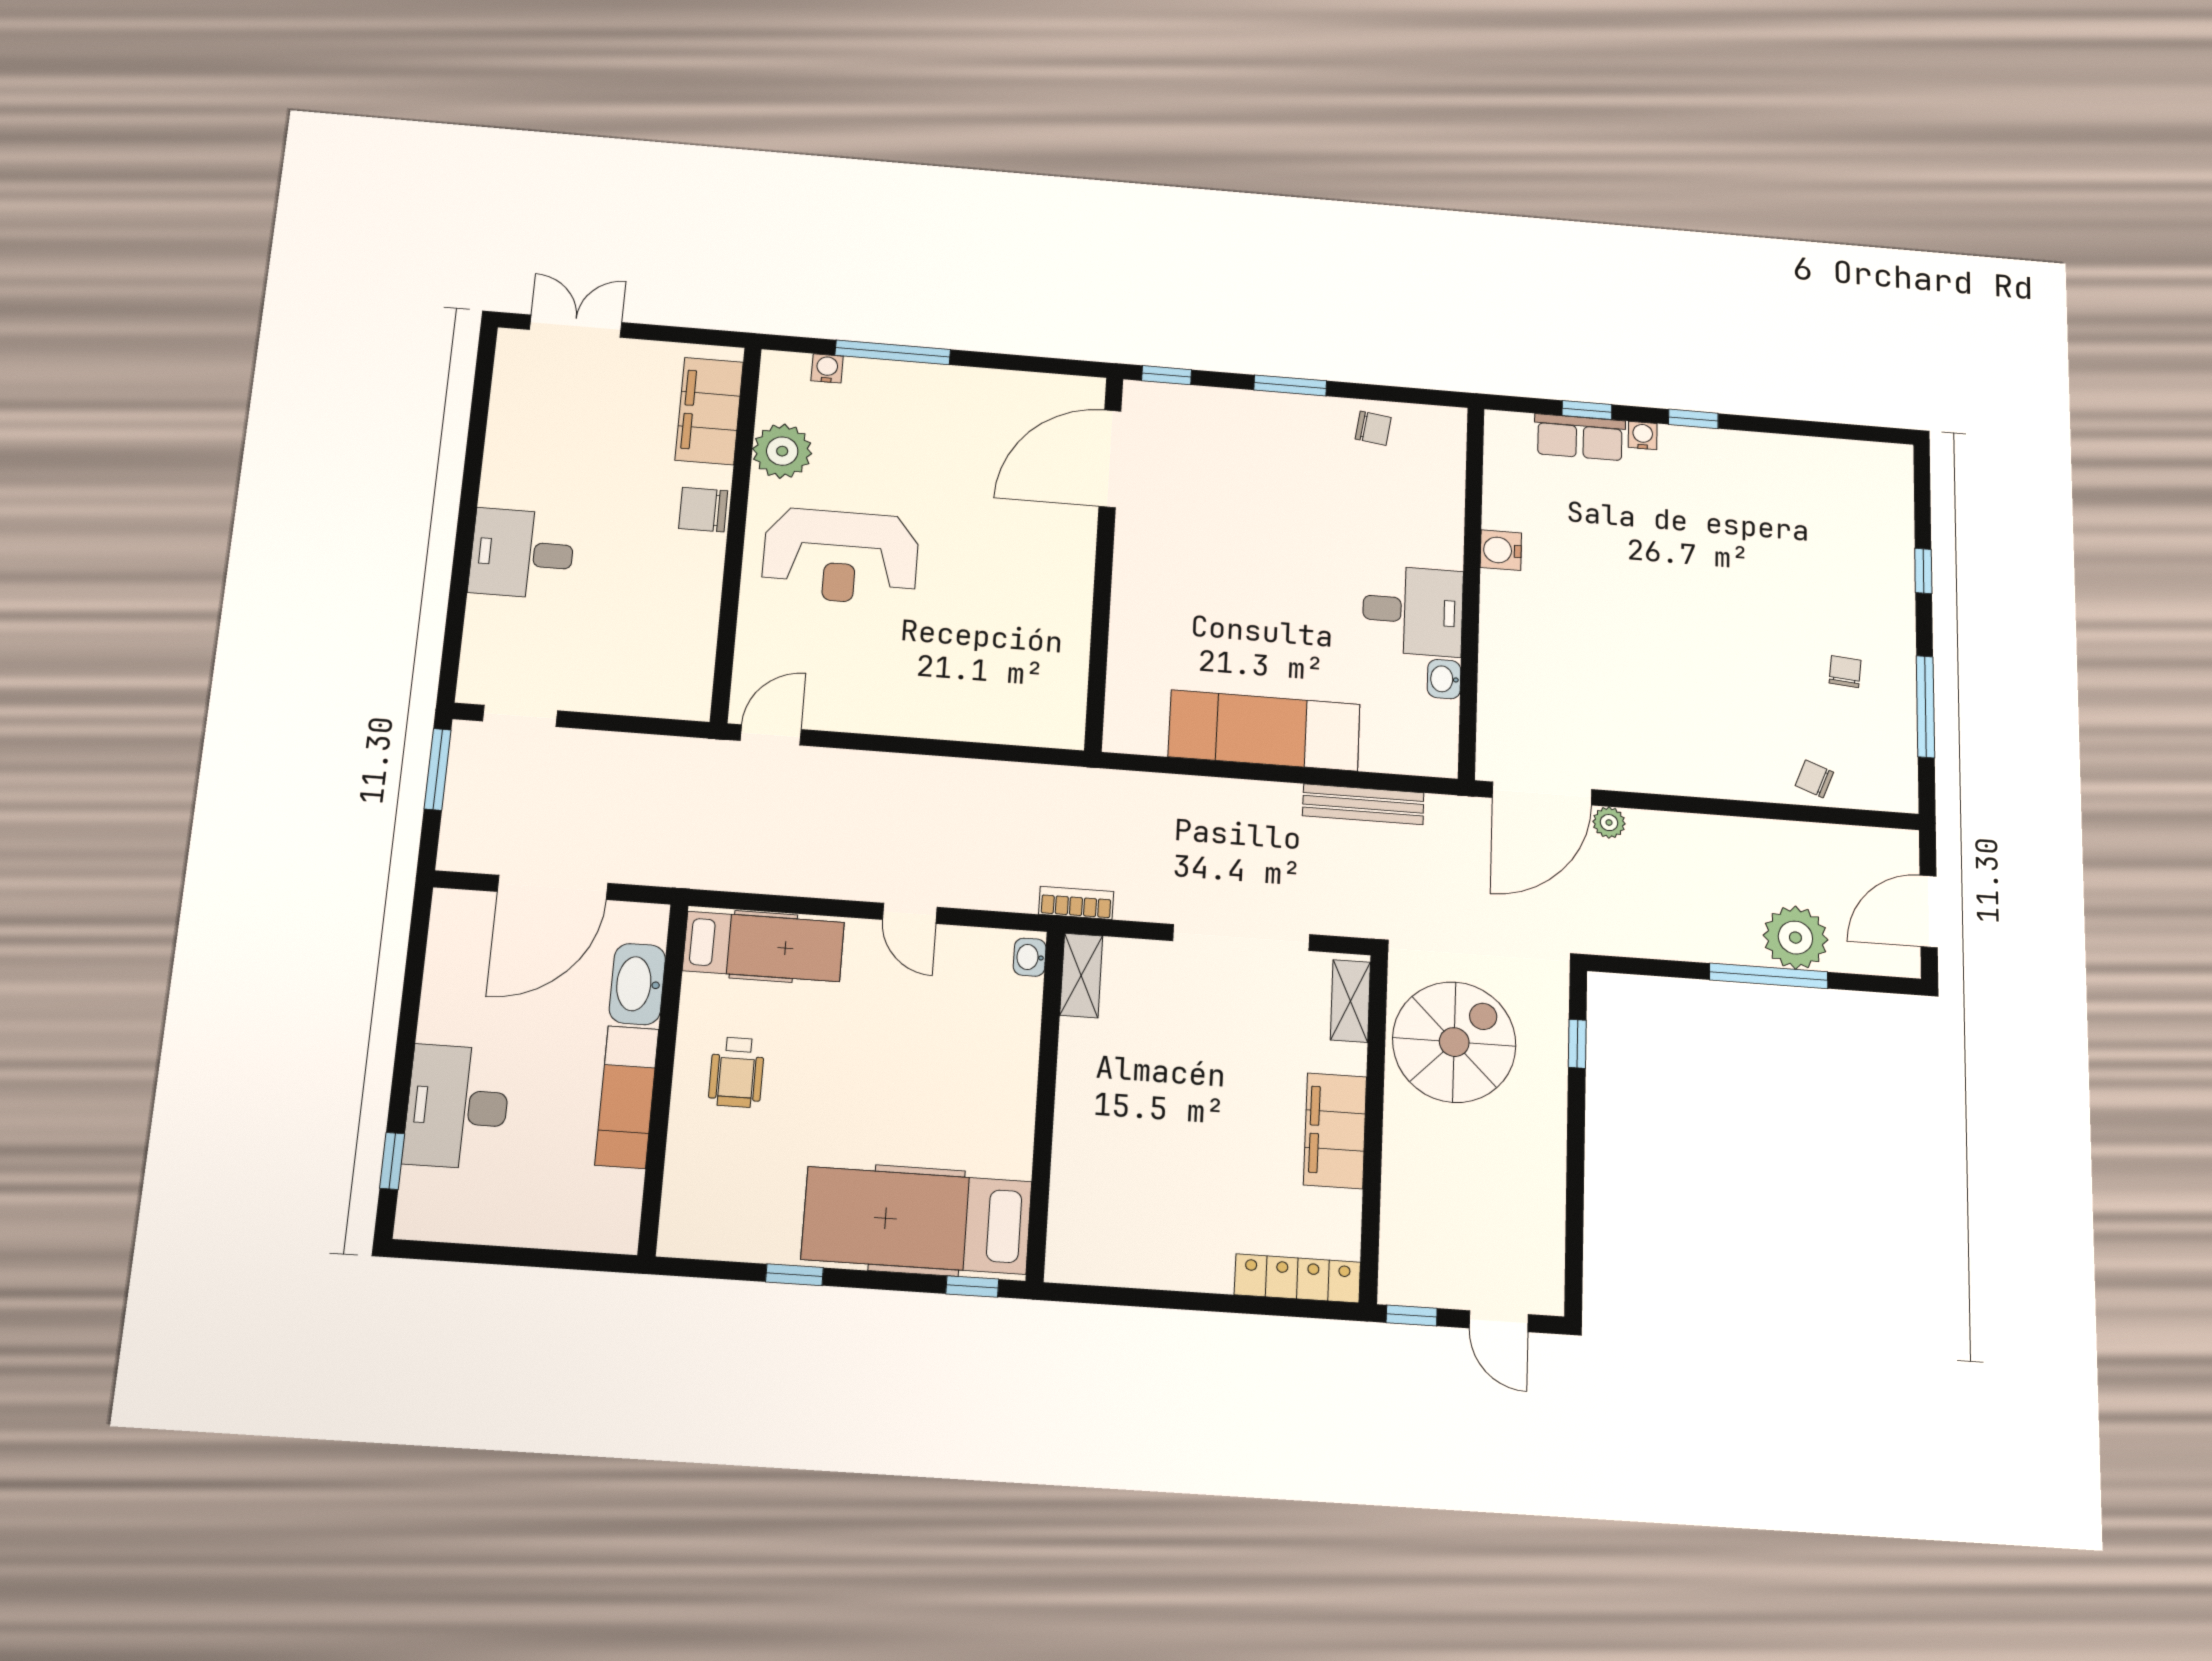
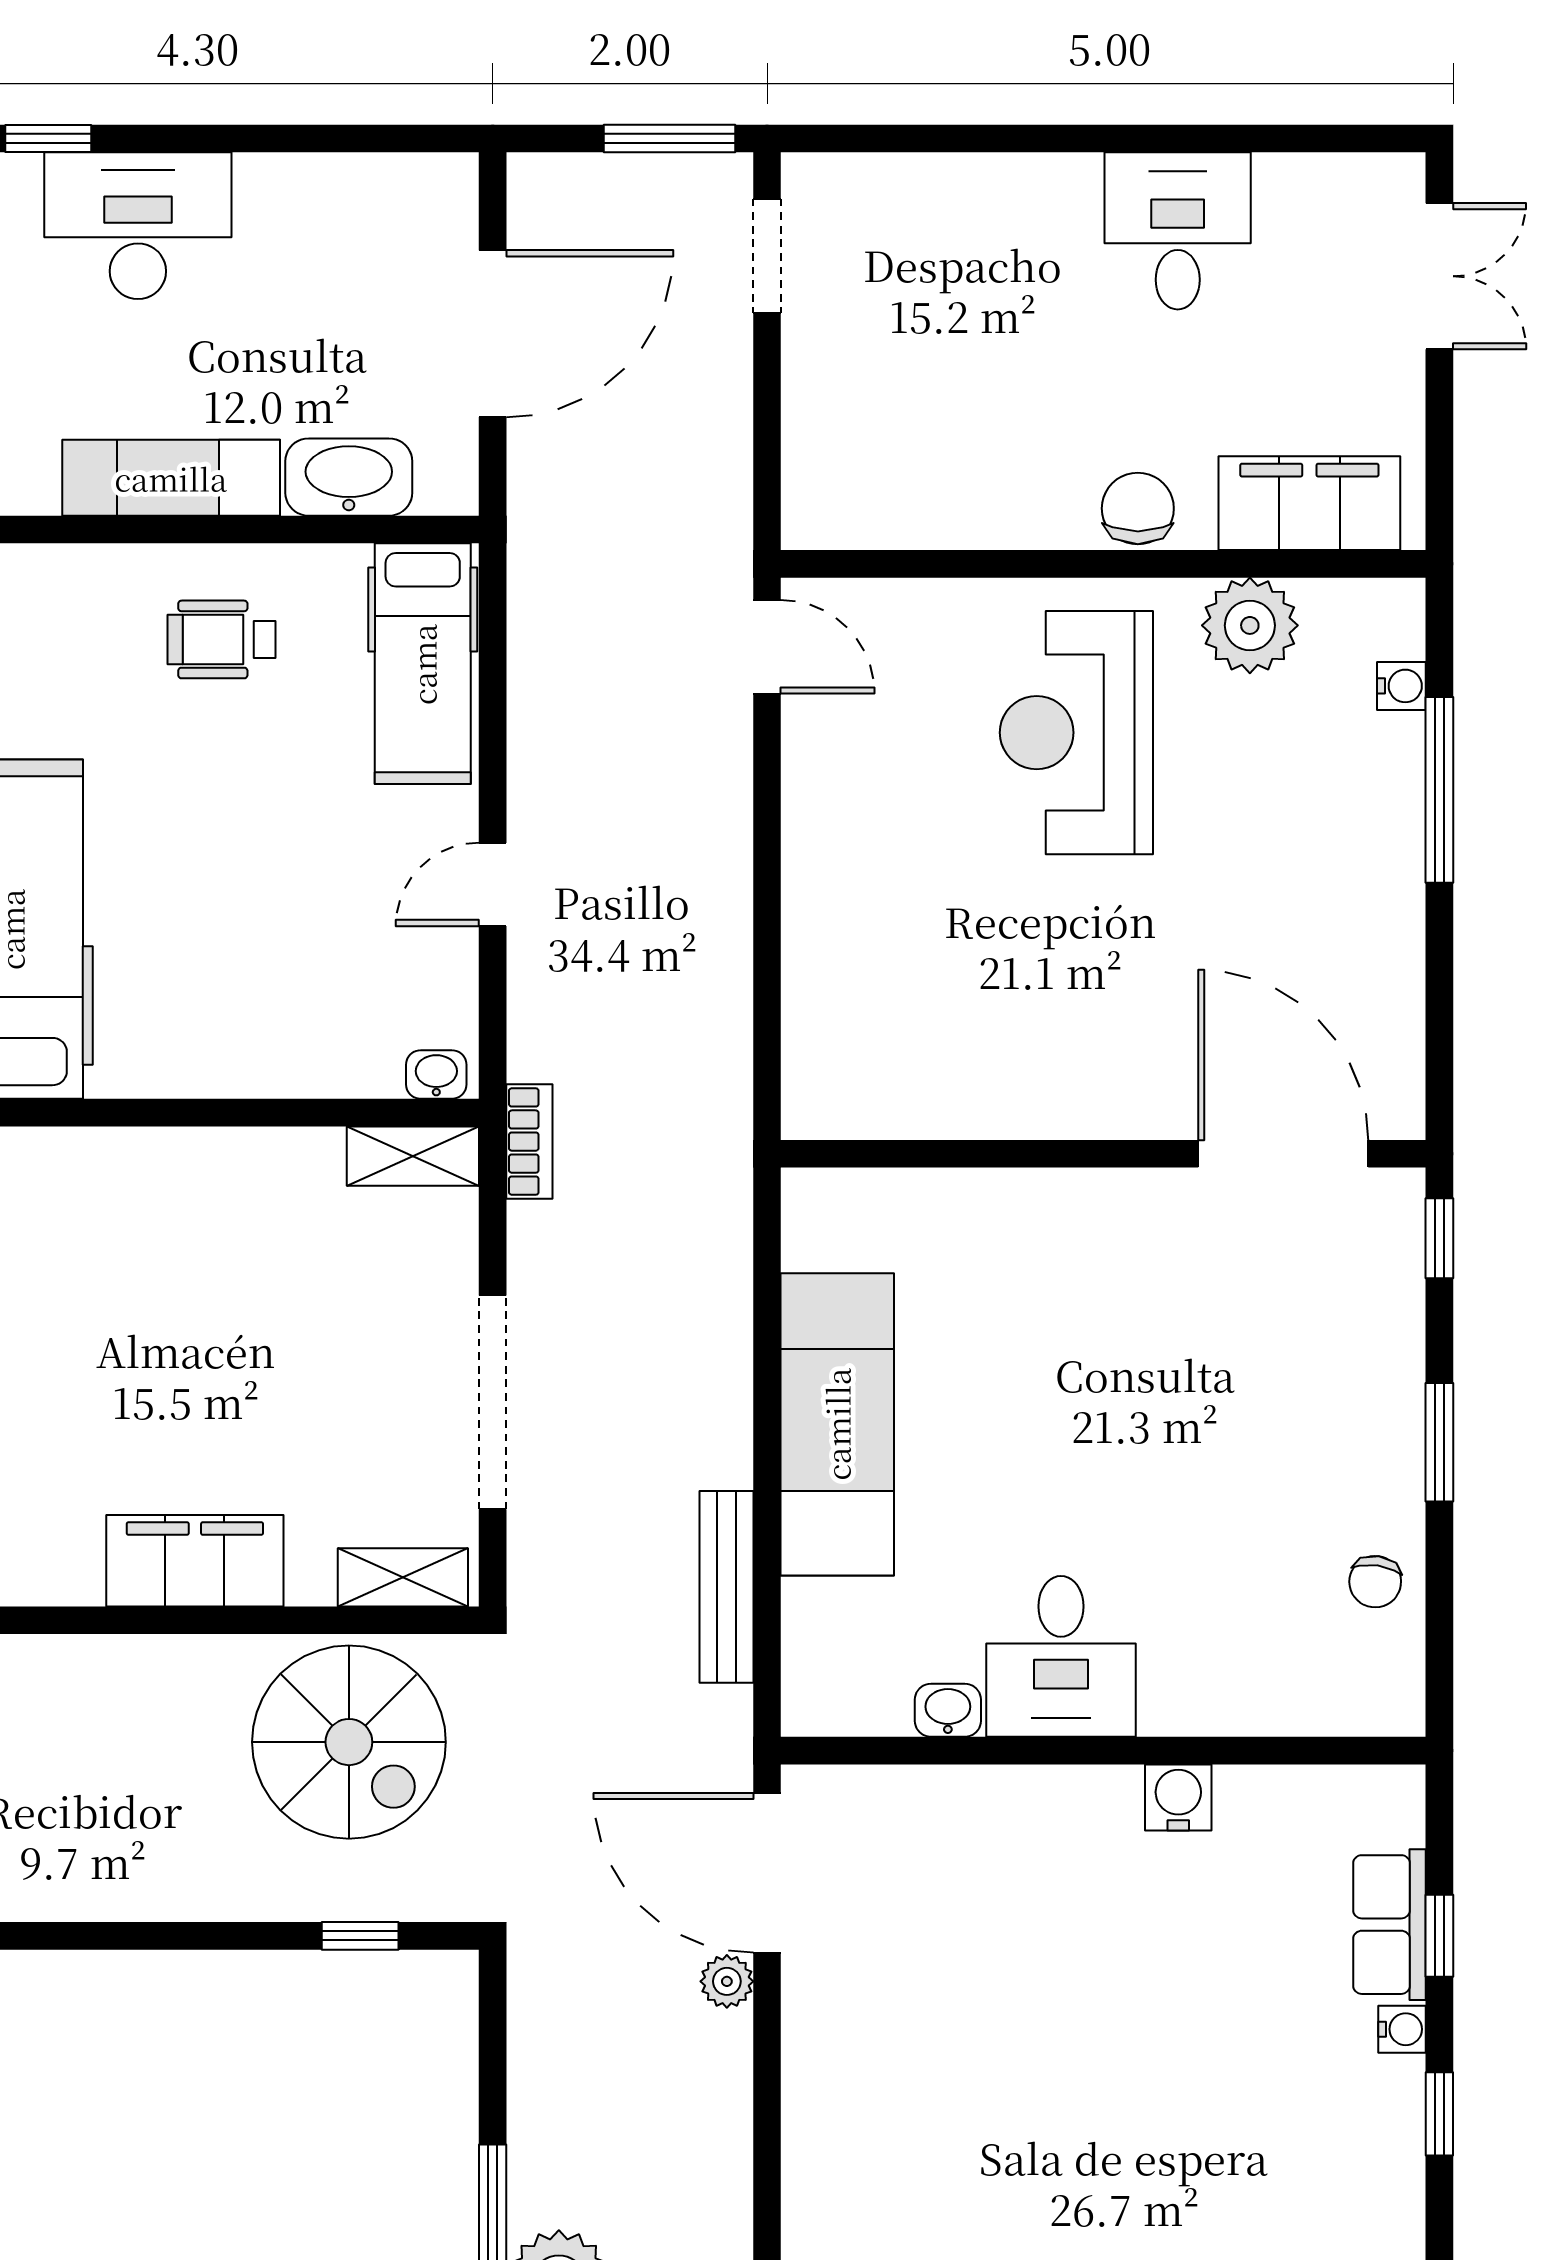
desk: (522, 554) -> (1178, 231), moved
door: (553, 887) -> (493, 334), swing flipped

